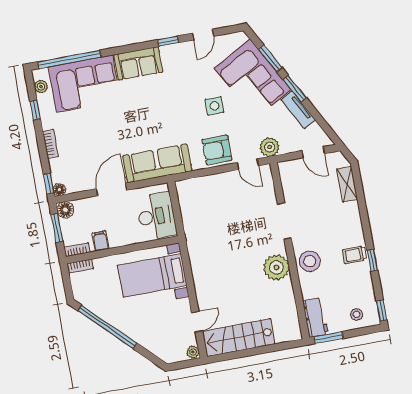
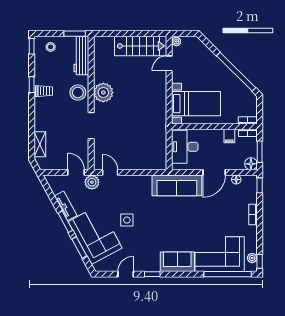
window: (35, 110) -> (260, 261), moved
armchair: (217, 150) -> (131, 187), removed
door: (313, 152) -> (76, 172), moved
floor lamp: (59, 190) -> (236, 180), moved
workbench: (315, 318) -> (81, 56), width x1.38

